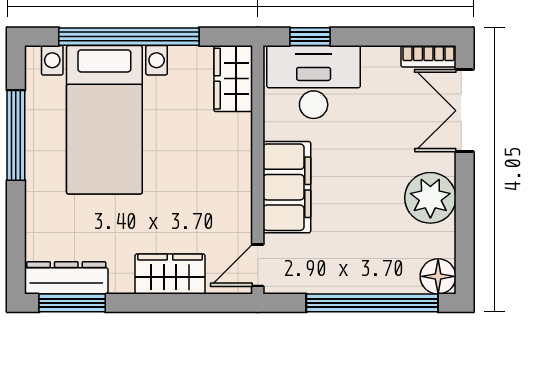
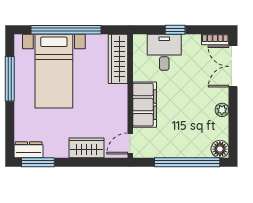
window: (310, 37) -> (175, 30), moved
wardrobe: (233, 79) -> (118, 59), width x1.50
desk: (314, 82) -> (164, 52), width x0.73
plant: (430, 198) -> (222, 110), width x0.53, depth x0.53
dresser: (66, 278) -> (29, 150), width x0.70

